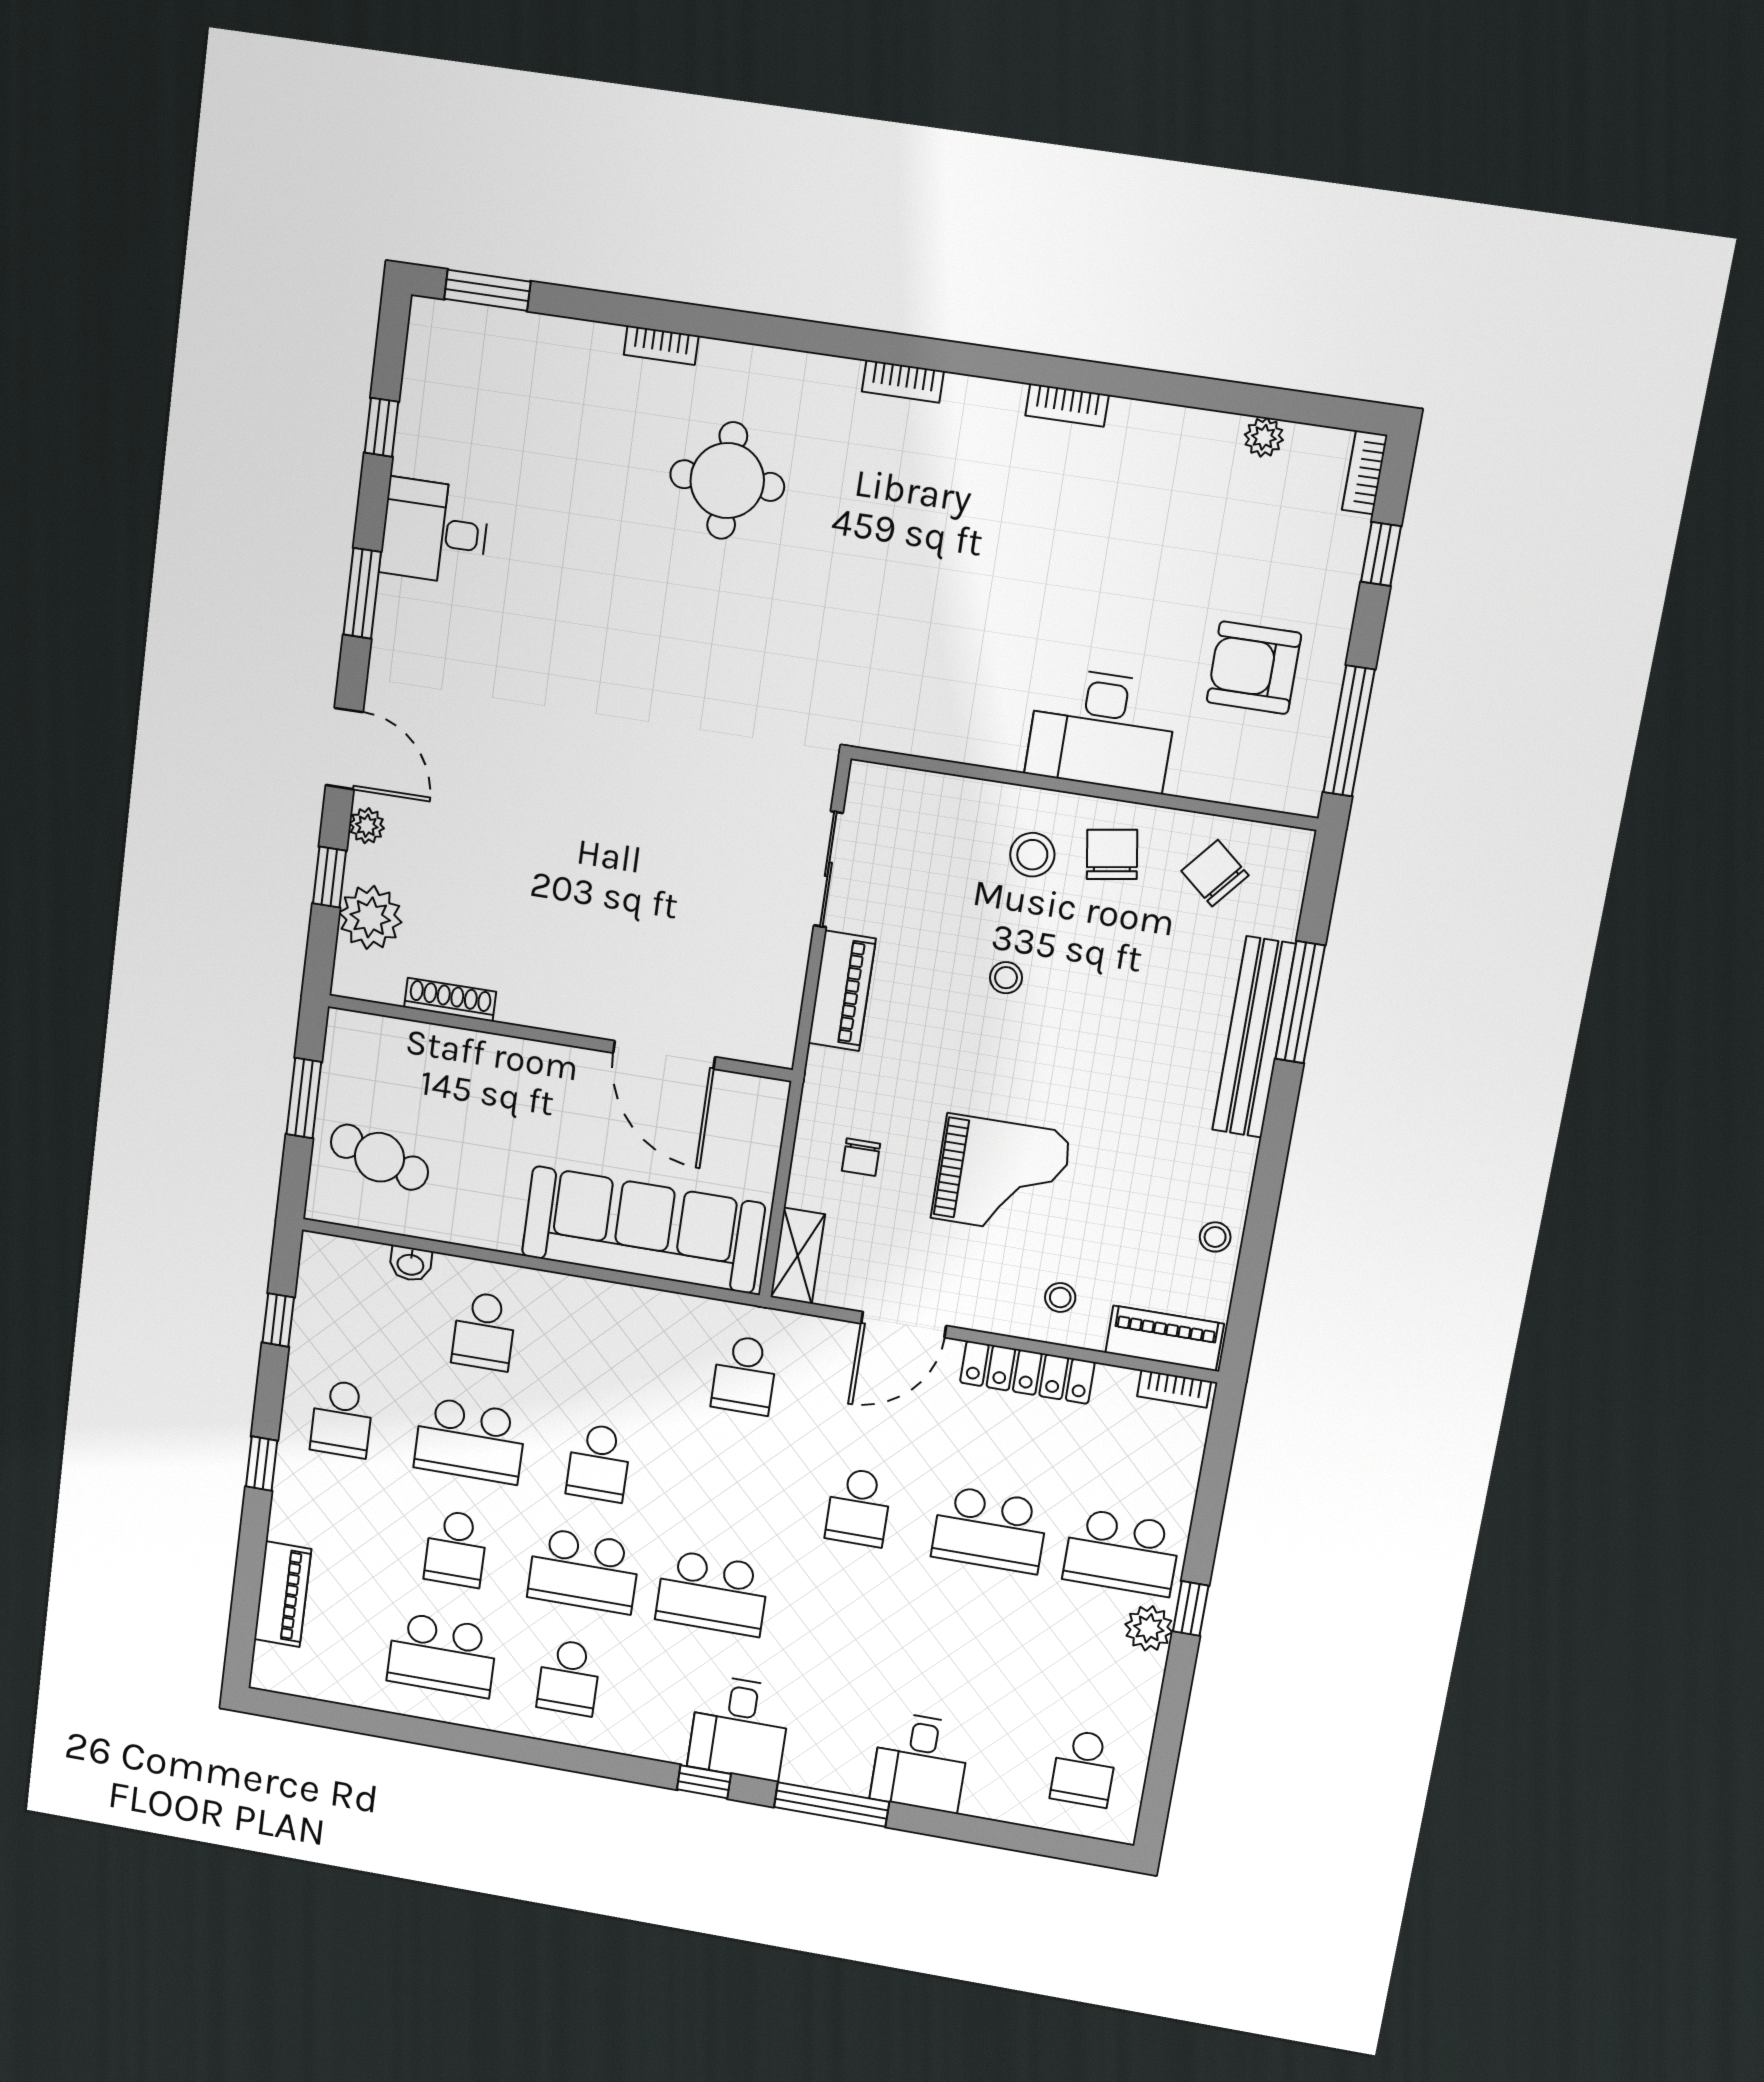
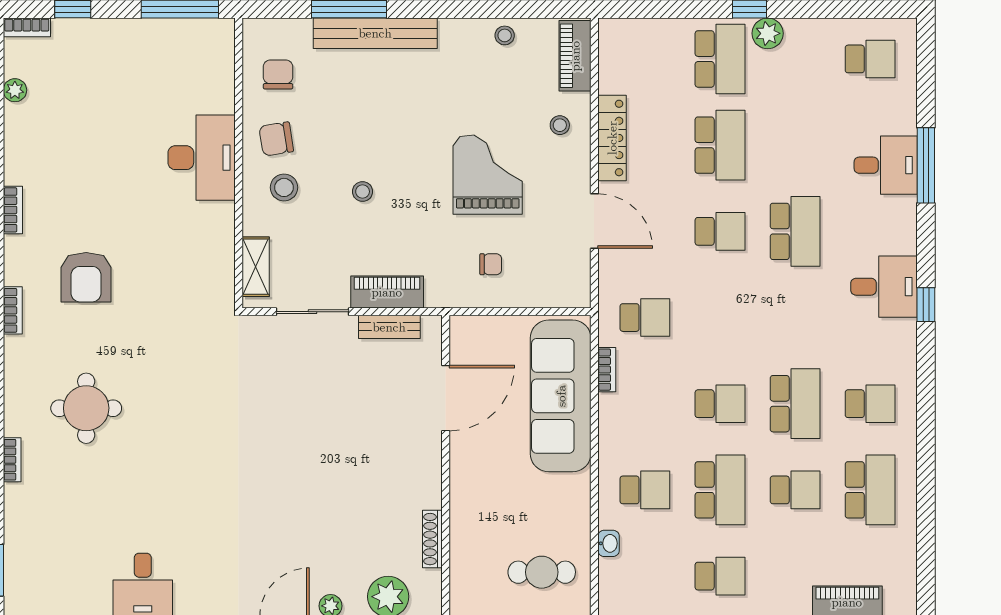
armchair: (1254, 668) -> (86, 277), moved
chair: (1215, 873) -> (278, 75), turned 140
bench: (787, 986) -> (389, 327), added
cafe table: (379, 1157) -> (542, 572), turned 73
shelving: (798, 1256) -> (256, 267), moved, turned 90
bookcase: (1174, 1389) -> (607, 370), moved
school desk: (712, 1593) -> (795, 231), moved
window: (832, 1804) -> (926, 165), moved

